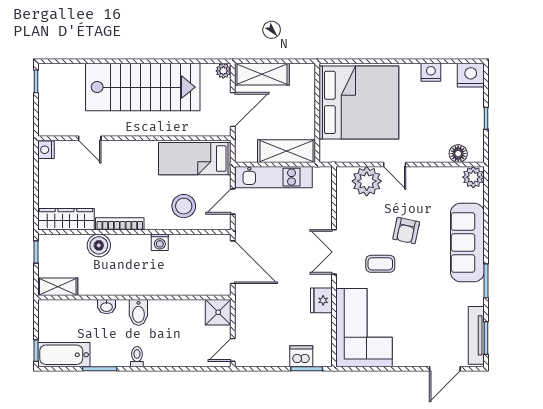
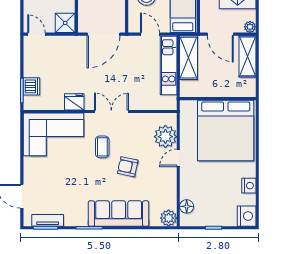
shelving: (287, 151) -> (189, 58), moved
tv unit: (476, 335) -> (48, 220), width x0.71

